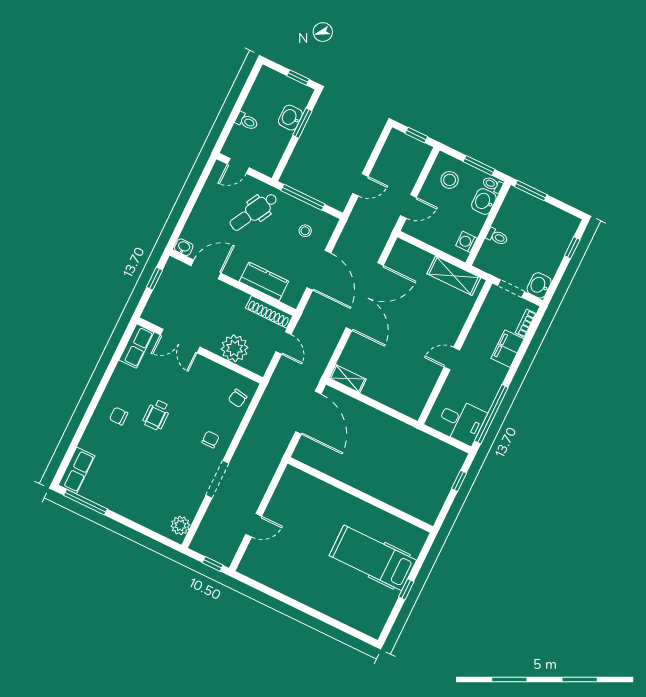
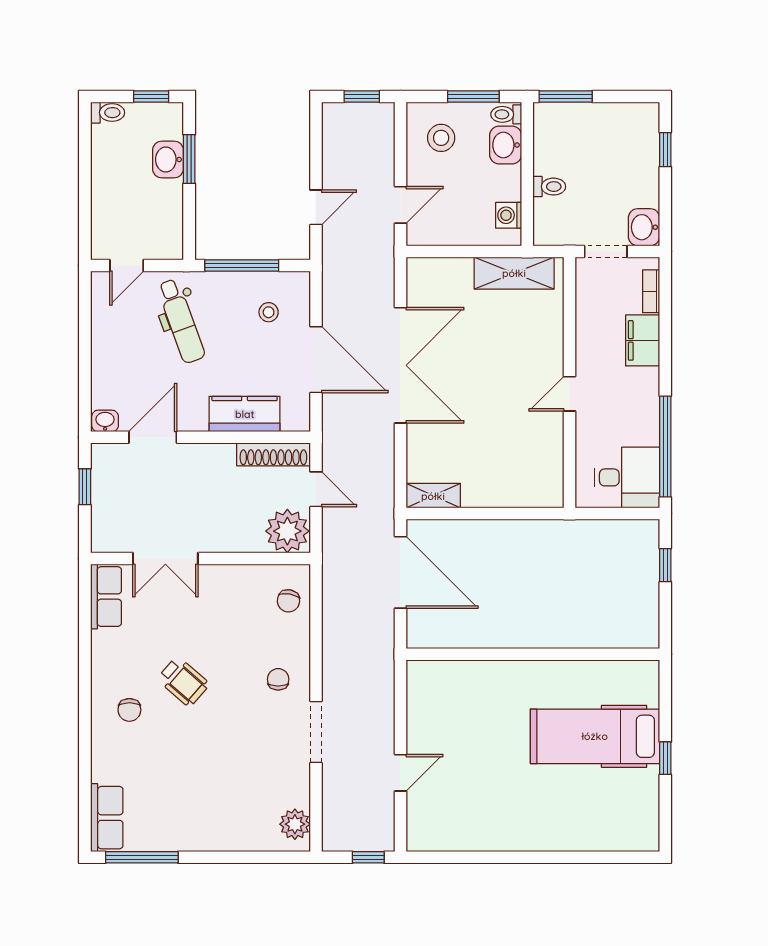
toilet: (247, 121) -> (108, 113), moved
dental chair: (254, 212) -> (181, 321), turned -49
plant: (235, 348) -> (287, 531), moved
wheelchair: (157, 415) -> (183, 682), turned -49
chair: (119, 416) -> (129, 710), turned -90

